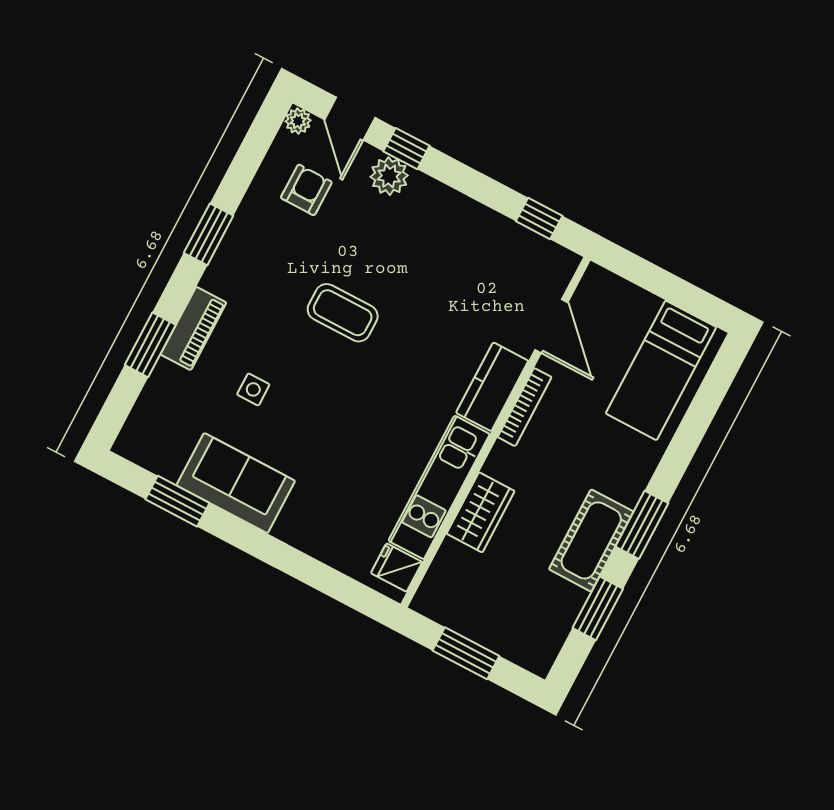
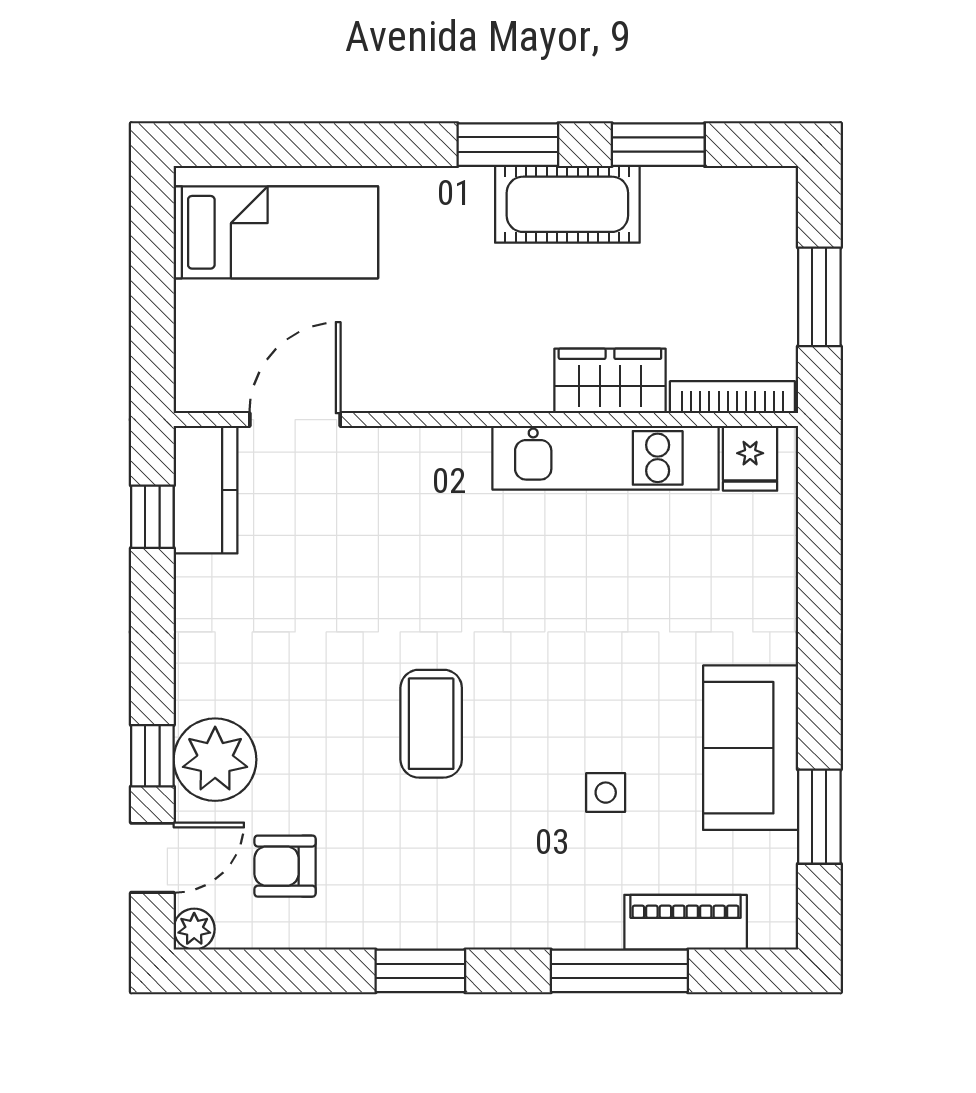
plant: (389, 176) -> (215, 760), width x1.36, depth x1.36
piano: (193, 328) -> (686, 922), moved
window: (150, 345) -> (619, 971), width x1.44
kitchen counter: (492, 387) -> (206, 490), moved, turned -90
bookcase: (525, 407) -> (732, 397), moved

